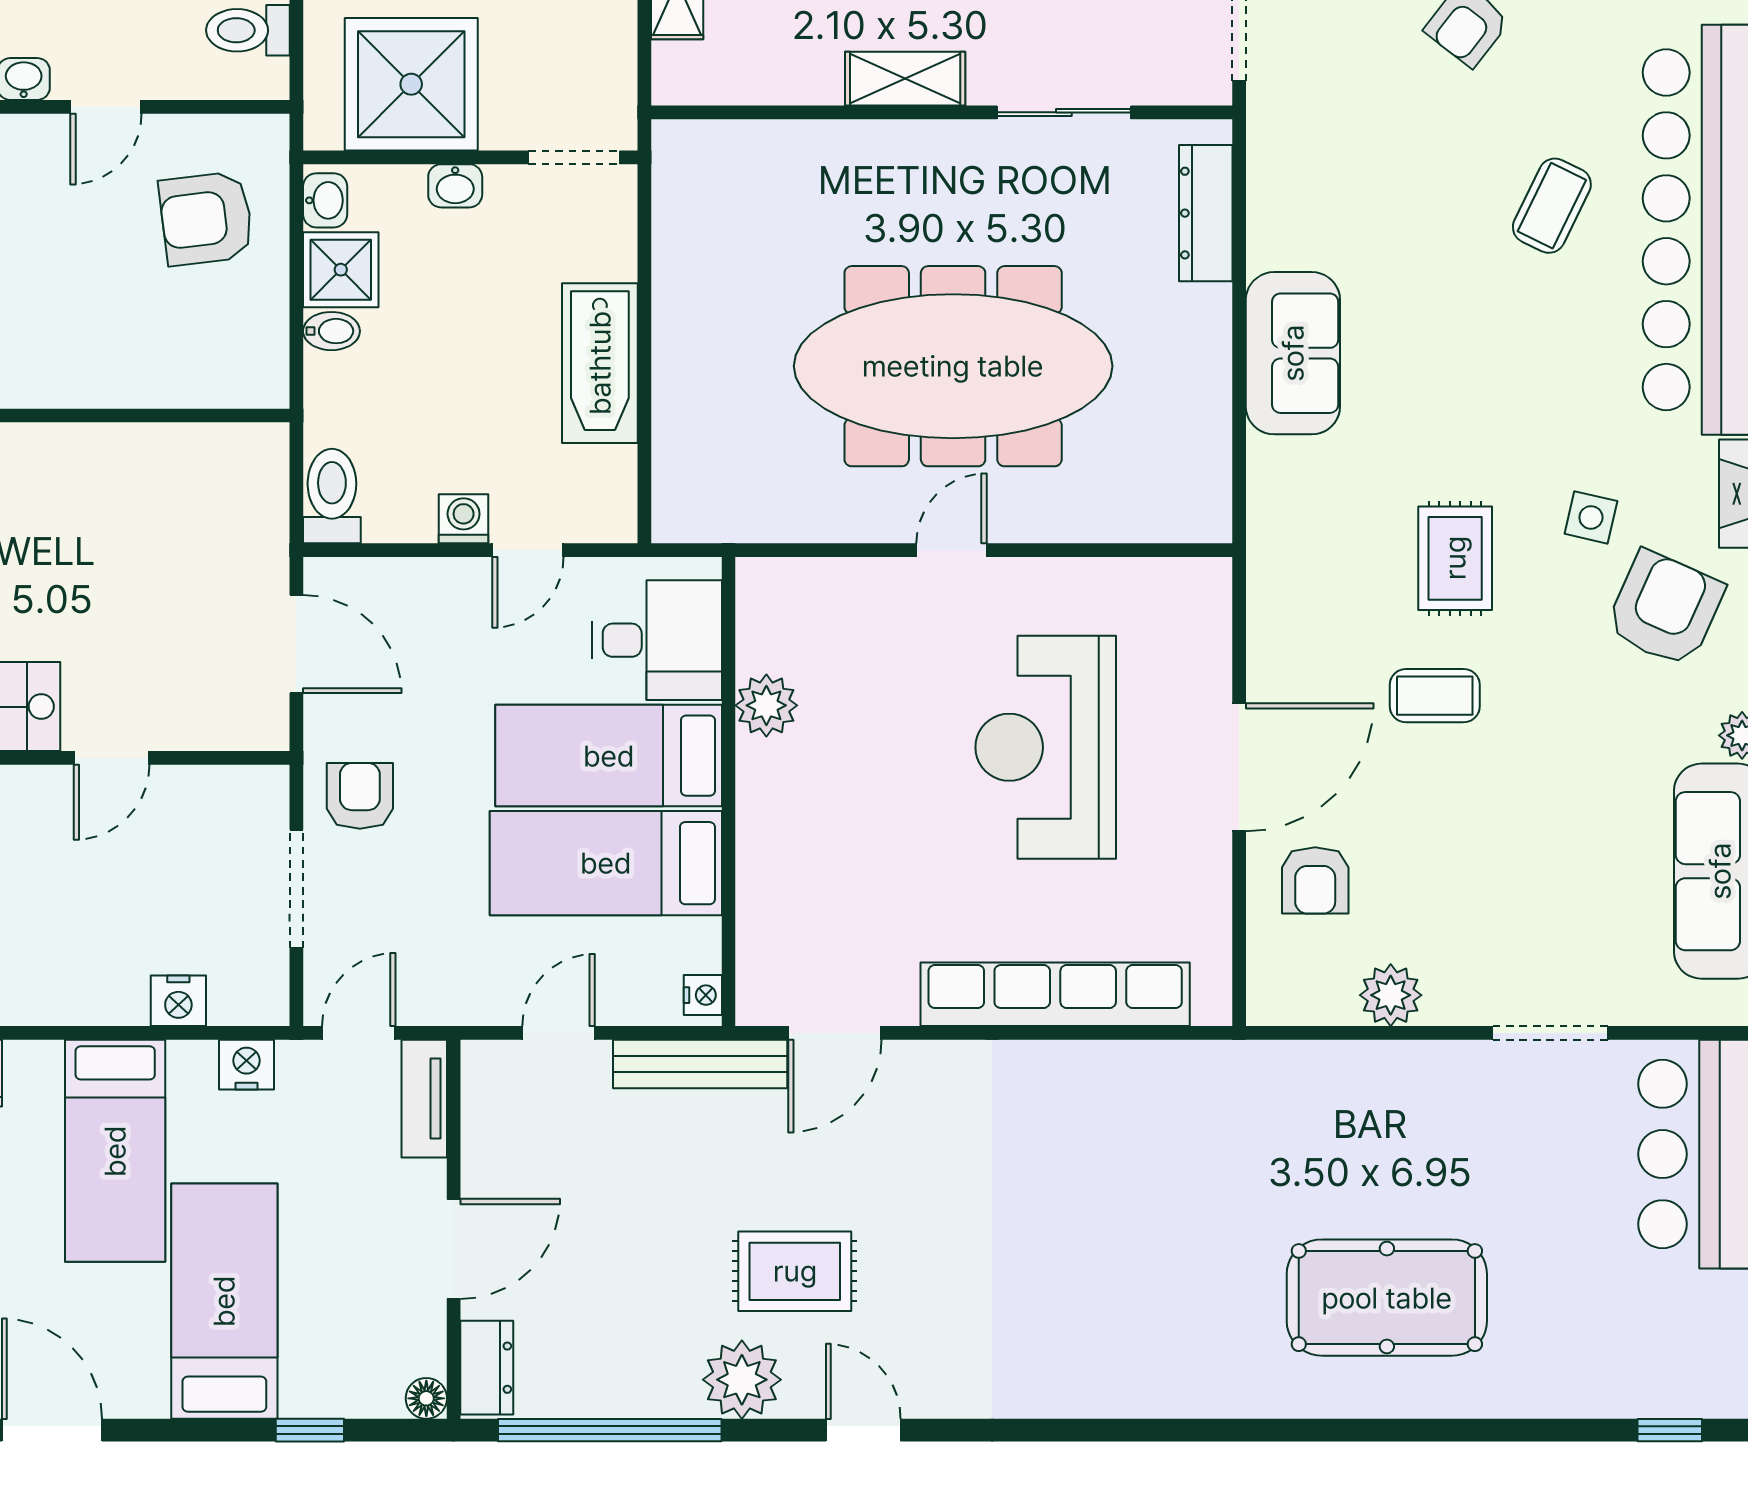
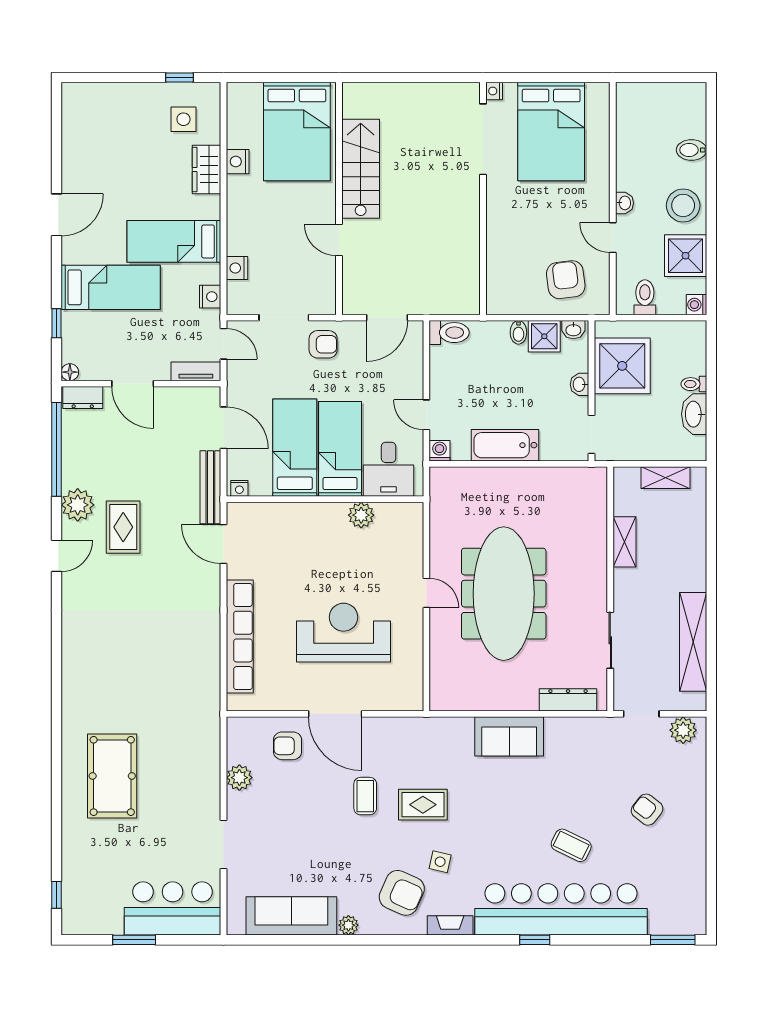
shelving: (905, 79) -> (625, 542), moved
washing machine: (464, 519) -> (440, 451), moved, turned -90
door: (559, 1033) -> (223, 428), width x1.38

